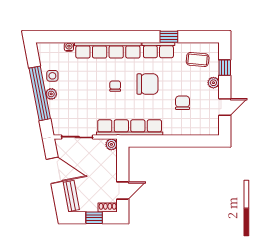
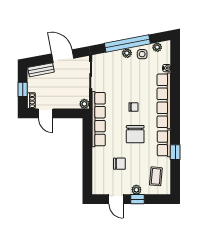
plant: (44, 58) -> (157, 47), added
window: (225, 68) -> (137, 199), moved
door: (54, 170) -> (63, 56), swing flipped

